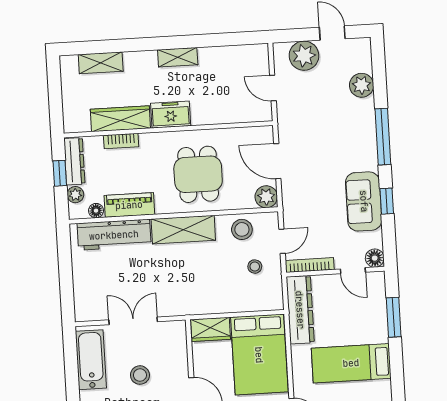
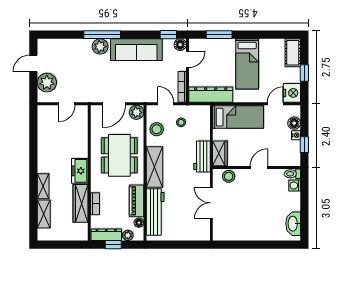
shelving: (178, 57) -> (43, 186), moved
plant: (362, 85) -> (100, 47), moved
dining table: (198, 174) -> (119, 155), width x1.38
sofa: (364, 201) -> (136, 50), width x1.36
window: (387, 201) -> (168, 35), moved
workbench: (204, 302) -> (202, 156), added
bed: (259, 355) -> (238, 117), width x0.67
bathtub: (91, 360) -> (235, 232), removed
stool: (140, 375) -> (229, 176), moved

